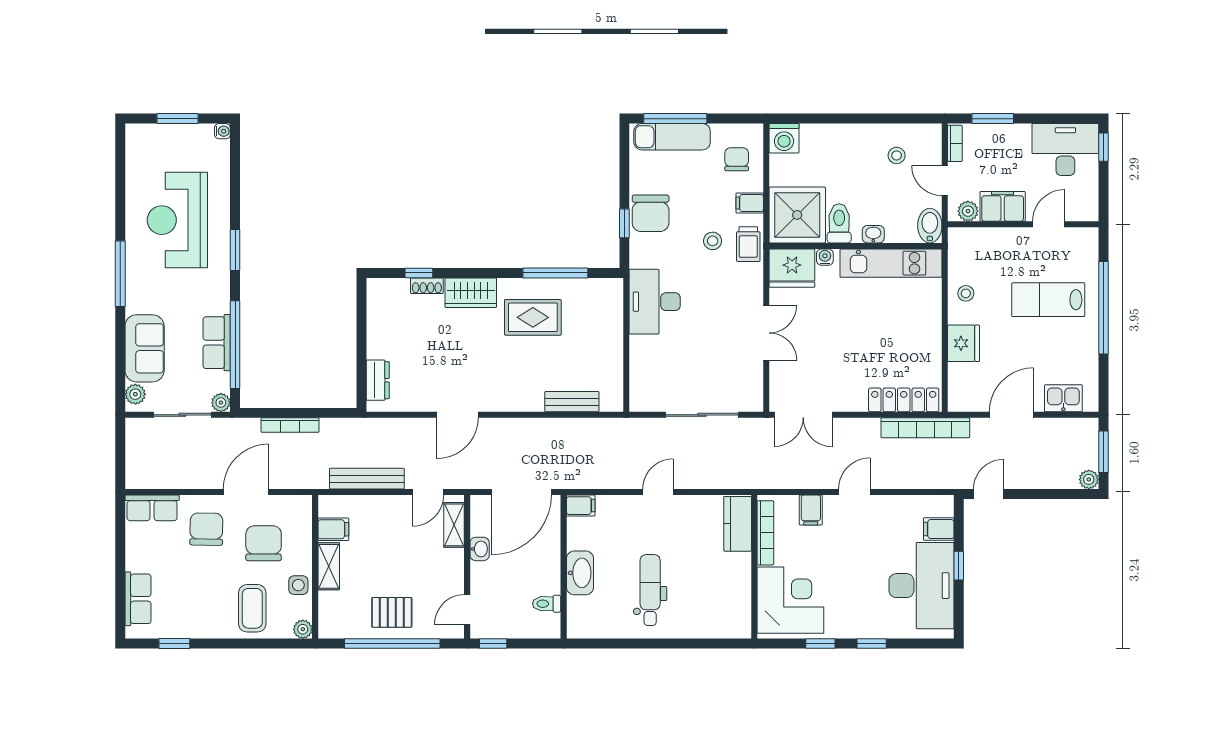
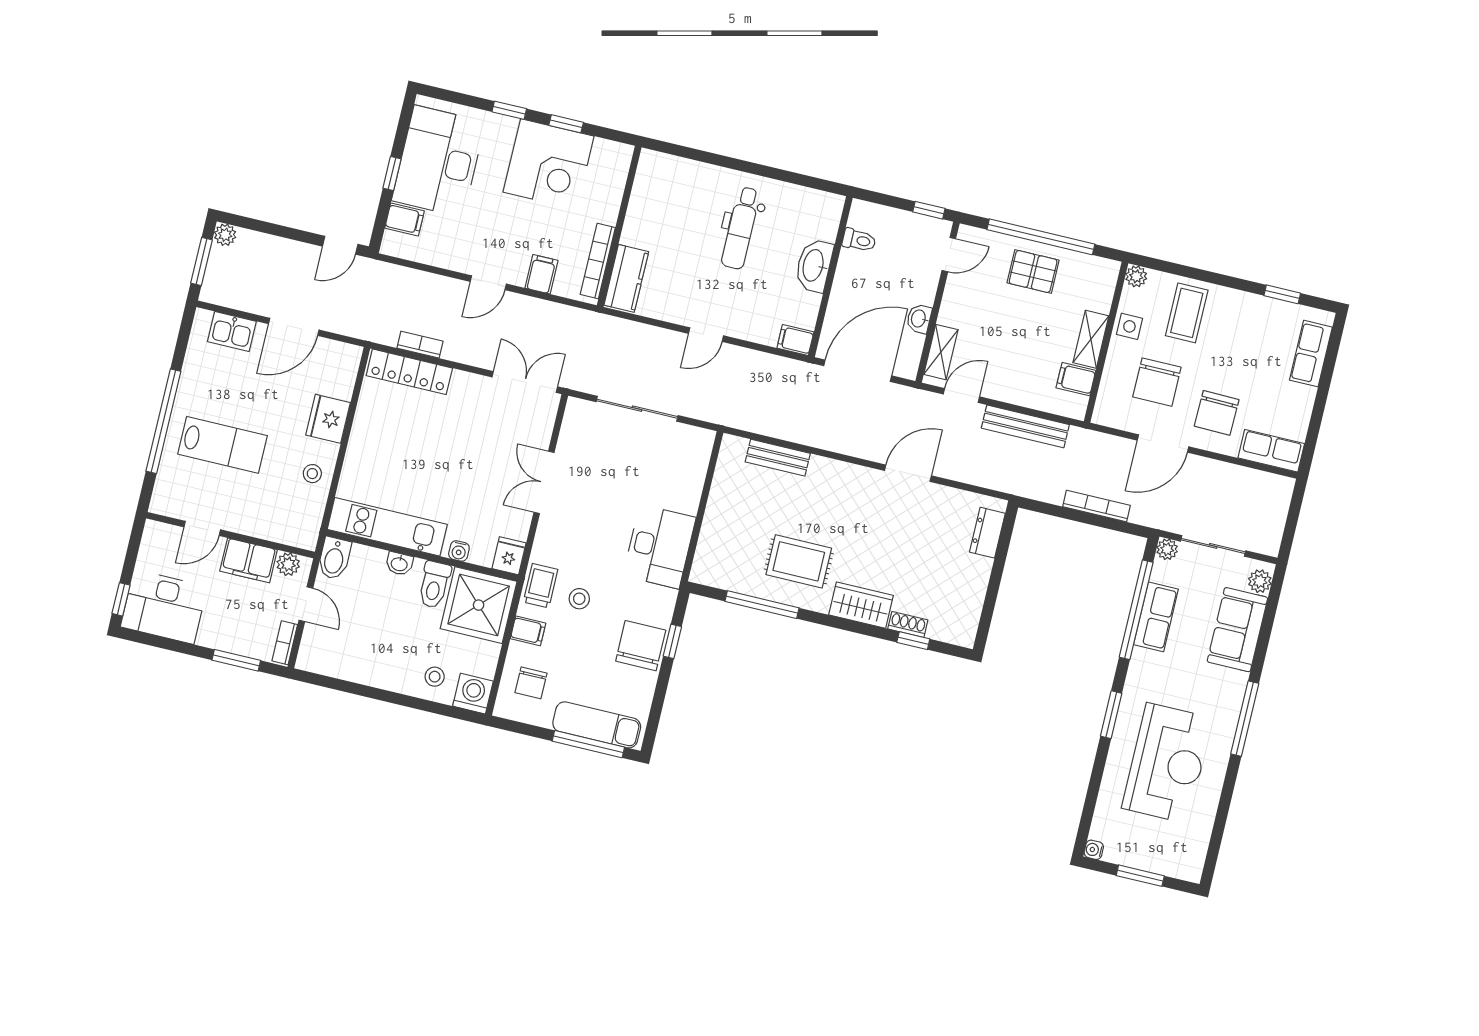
stool: (897, 155) -> (435, 677), moved
fridge: (792, 268) -> (509, 556), width x0.53, depth x0.75
bookcase: (925, 428) -> (420, 345), width x0.43, depth x0.76
corner desk: (790, 600) -> (549, 164), moved, turned -90

